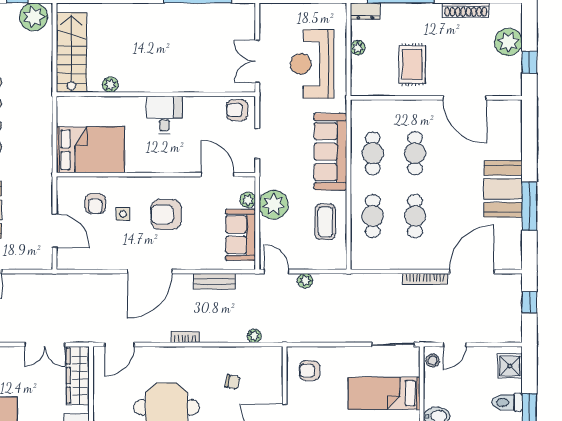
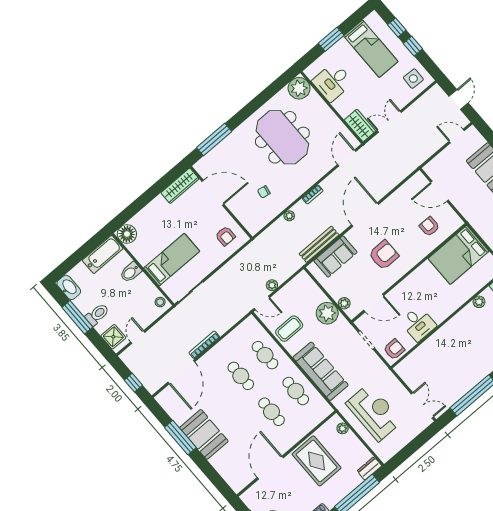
plant: (358, 48) -> (343, 428), moved
double door: (257, 61) -> (422, 405), moved
rug: (412, 65) -> (317, 461), width x1.36, depth x1.43
door: (465, 98) -> (270, 468), hinge flipped
desk: (164, 115) -> (418, 324), moved
side table: (123, 214) -> (409, 234), removed
coffee table: (325, 222) -> (289, 329), turned 90
sofa: (241, 235) -> (335, 256), moved, turned 90
door: (277, 271) -> (262, 303), moved
bench: (214, 281) -> (319, 244), width x1.36
plant: (254, 336) -> (289, 216), moved
door: (455, 345) -> (138, 337), moved
armchair: (310, 371) -> (225, 236), turned 90
wardrobe: (78, 376) -> (360, 125), width x0.67

